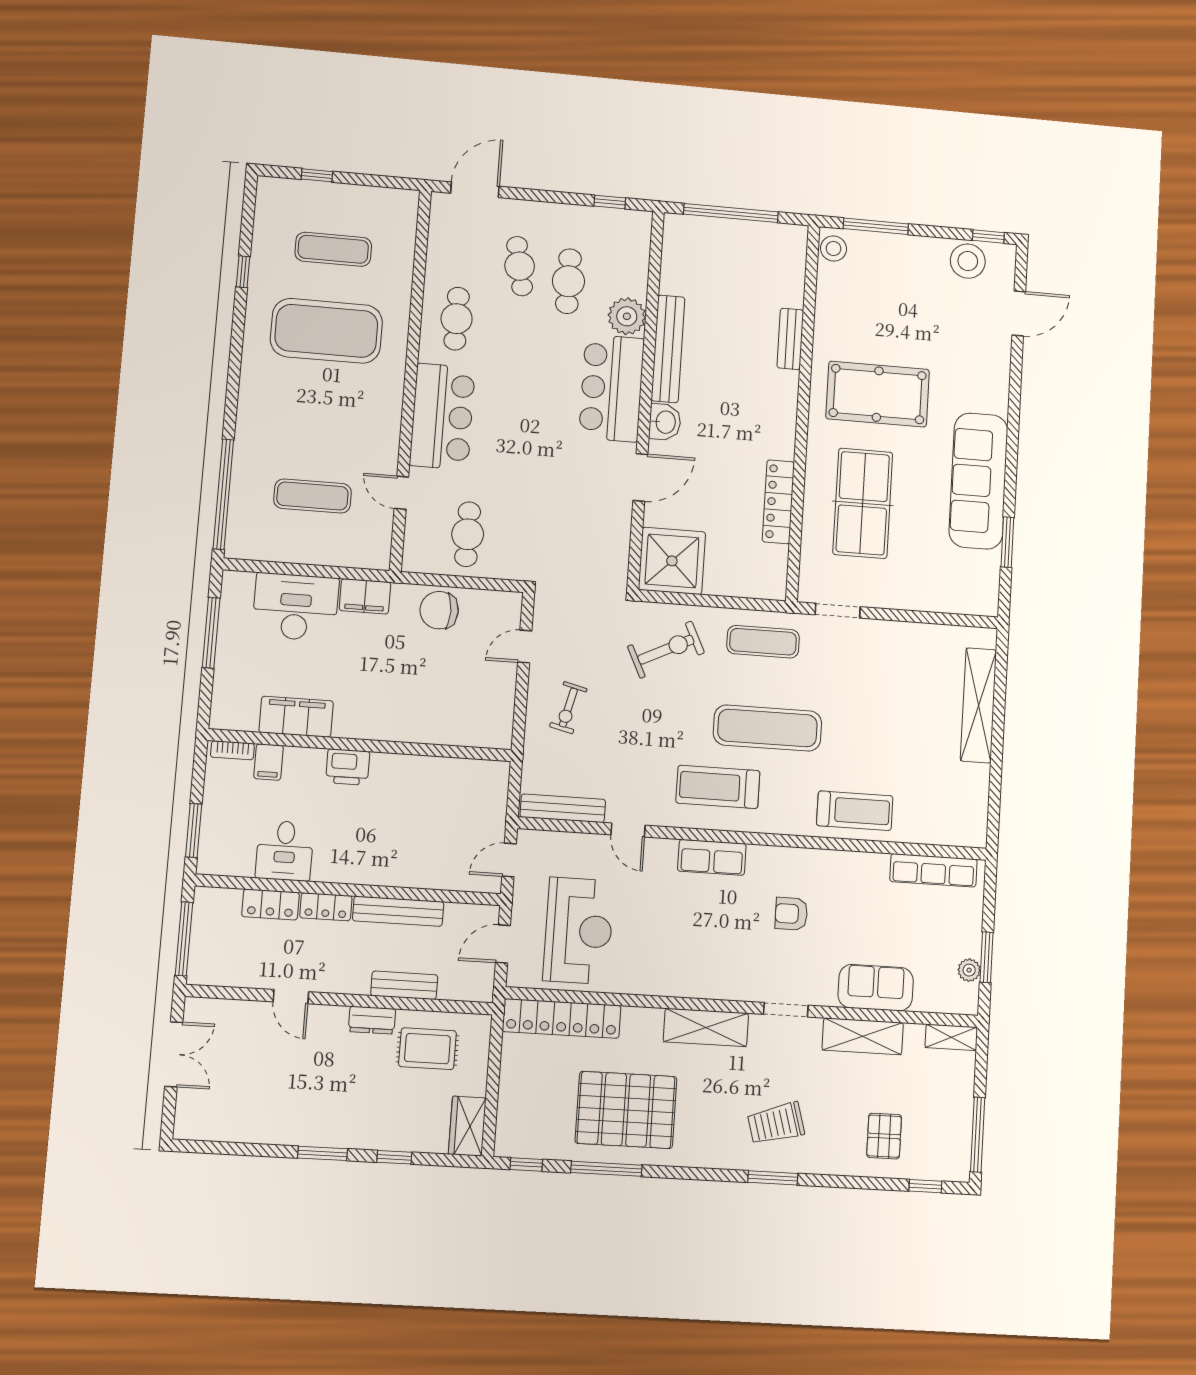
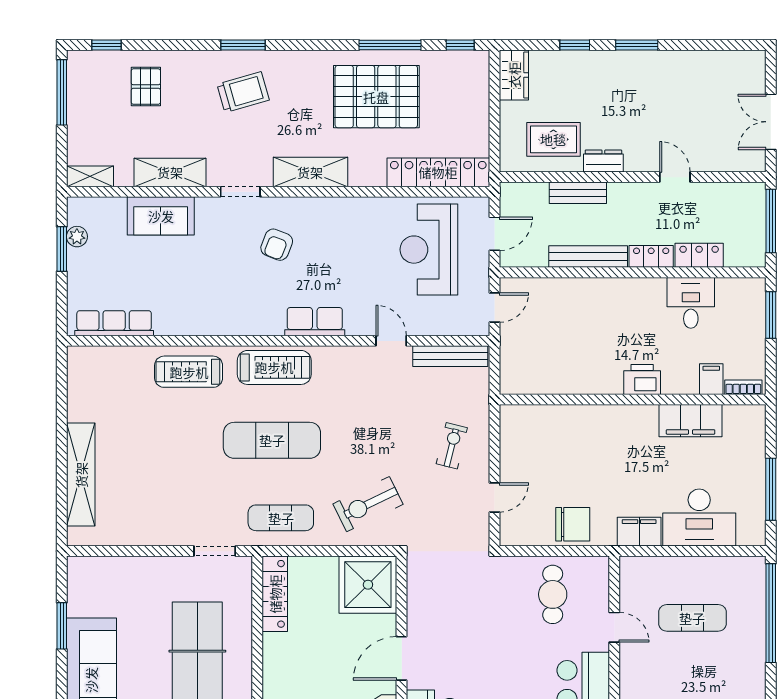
locker: (778, 502) -> (275, 594), moved
treadmill: (718, 787) -> (274, 367), moved
armchair: (791, 914) -> (277, 245), moved, turned 111

